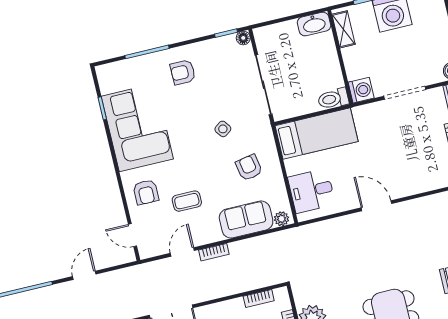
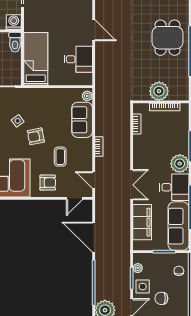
armchair: (249, 168) -> (36, 136), moved
desk: (311, 191) -> (78, 59), moved, turned -90
door: (376, 206) -> (94, 30), swing flipped
door: (182, 252) -> (94, 180), moved
door: (84, 275) -> (94, 237), width x1.88

